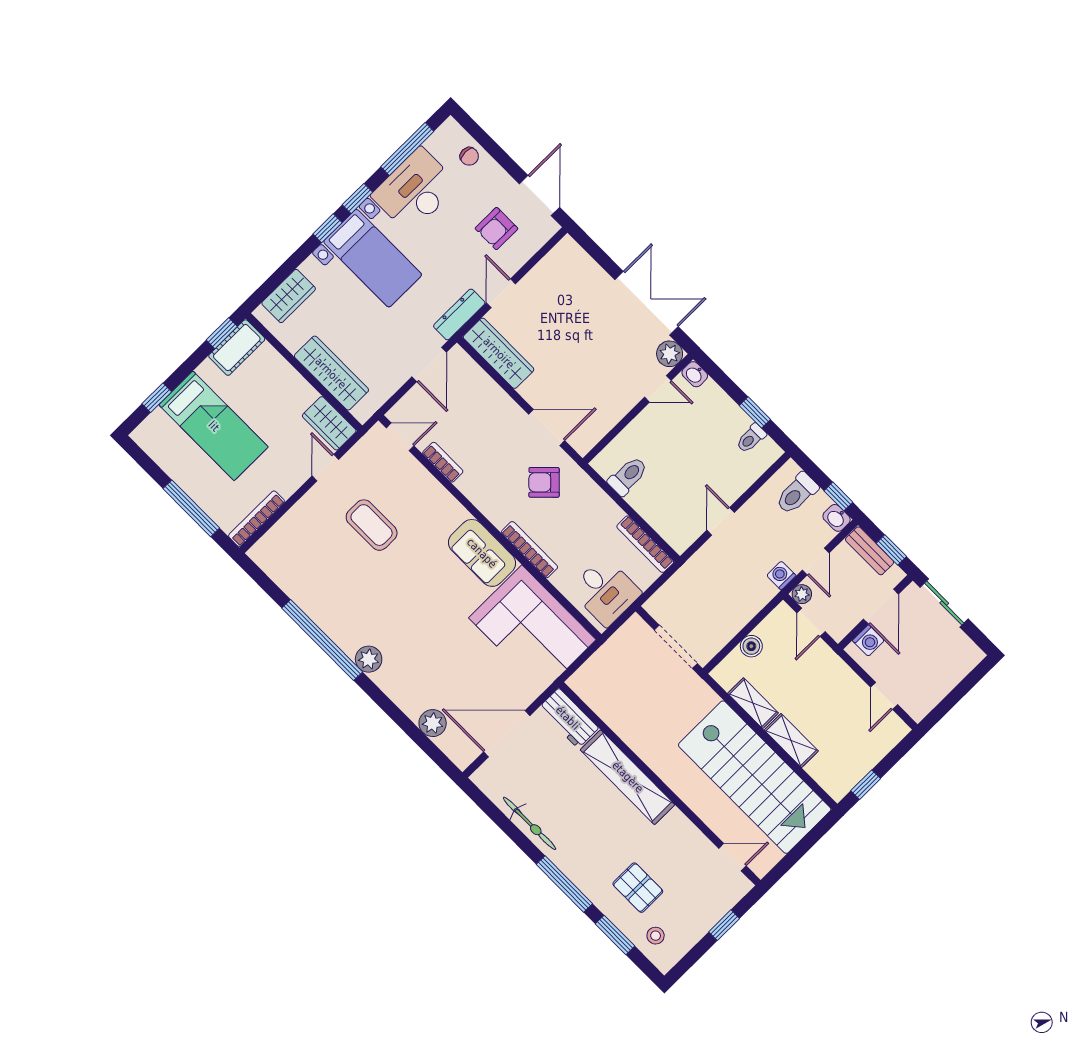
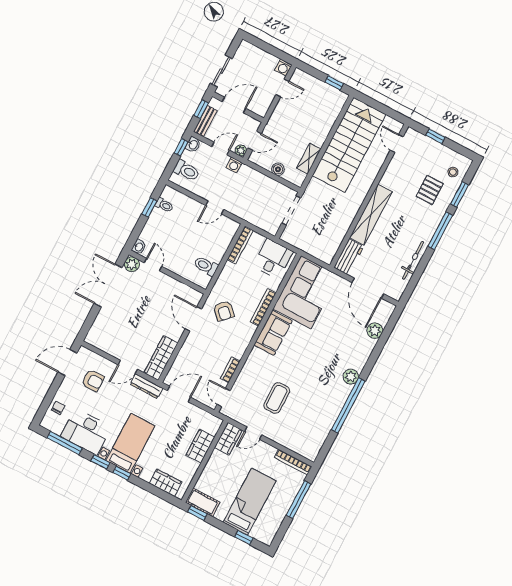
wardrobe: (331, 373) -> (200, 446), width x0.67
washing machine: (868, 641) -> (283, 68), moved, turned 180
shelving: (791, 741) -> (323, 131), removed

